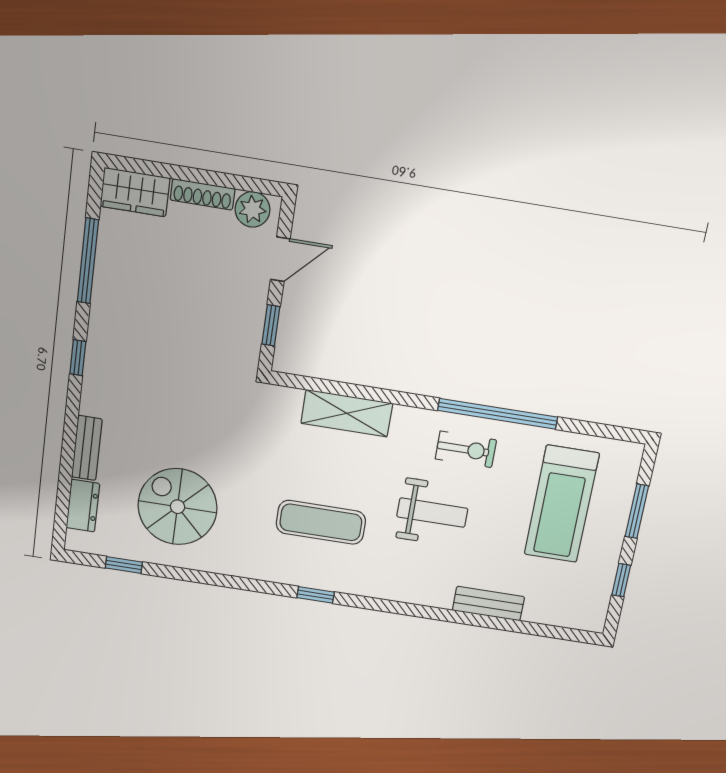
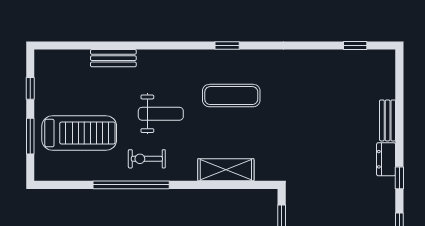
treadmill: (562, 504) -> (79, 133), turned 90
dresser: (83, 506) -> (386, 159), moved
spiral stairs: (177, 507) -> (325, 91), removed
weight bench: (432, 513) -> (161, 114), turned 180

